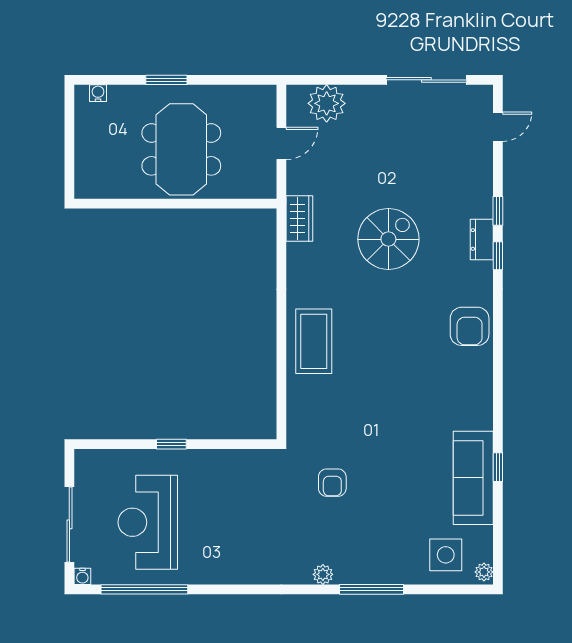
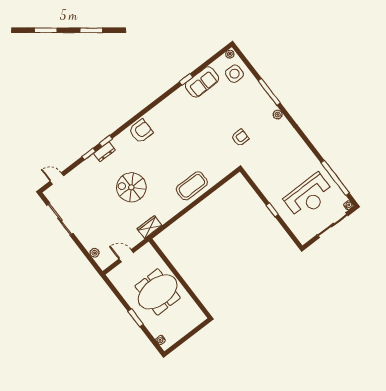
plant: (327, 103) -> (95, 253), width x0.53, depth x0.53
sofa: (473, 478) -> (202, 82), width x0.73

